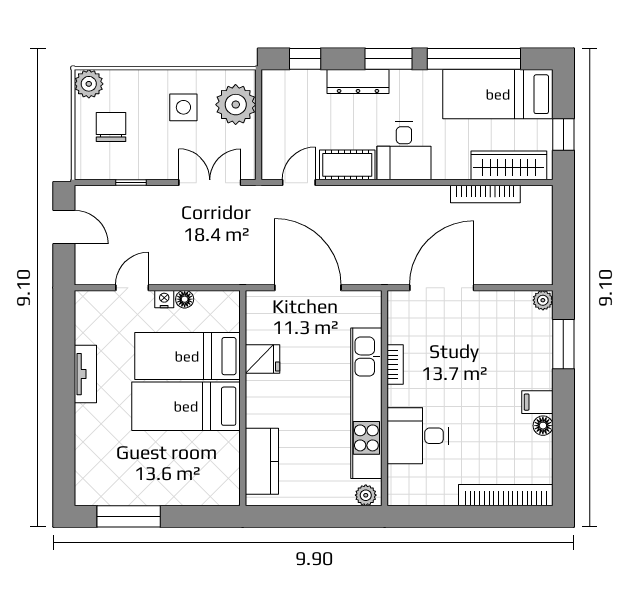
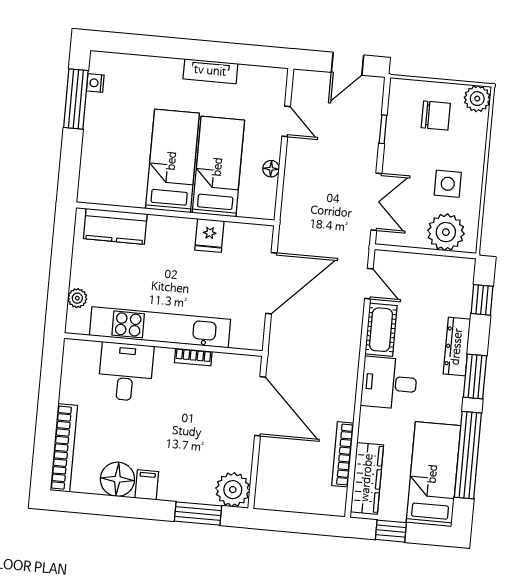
nightstand: (164, 299) -> (95, 83), moved, turned 180
plant: (543, 300) -> (233, 490), width x1.88, depth x1.88
floor lamp: (543, 426) -> (117, 479), width x1.89, depth x1.89
plant: (366, 495) -> (77, 298), moved

